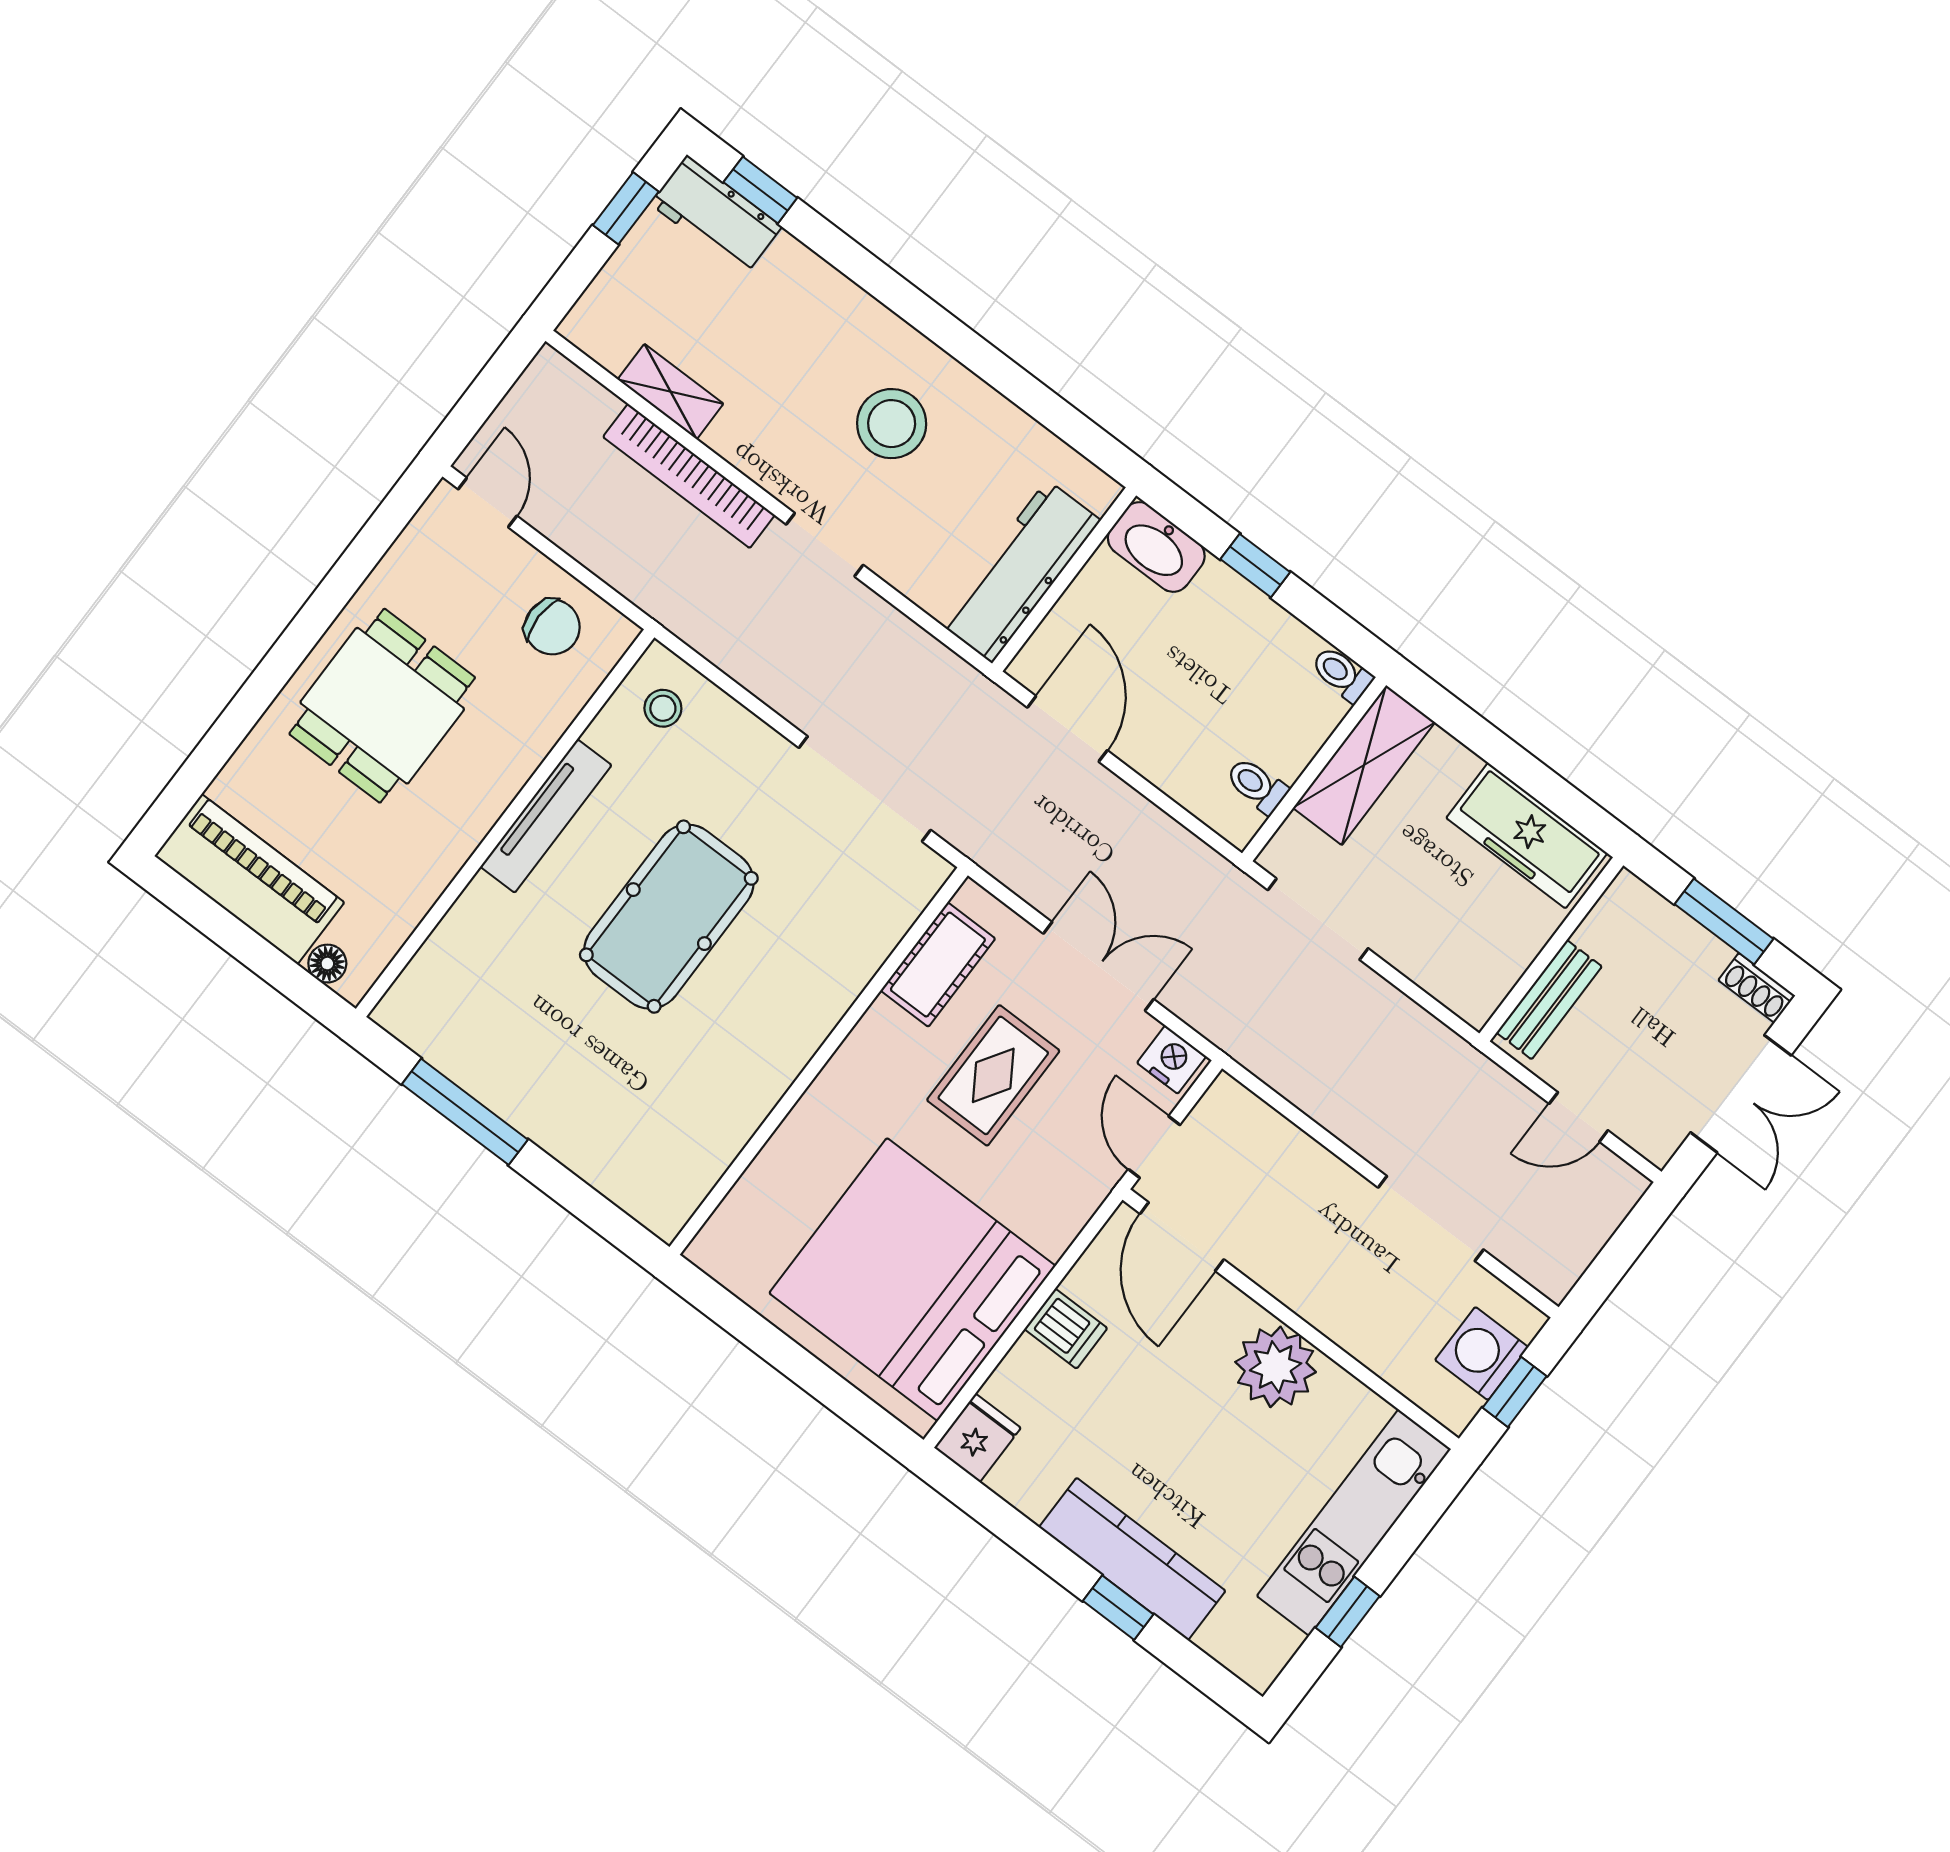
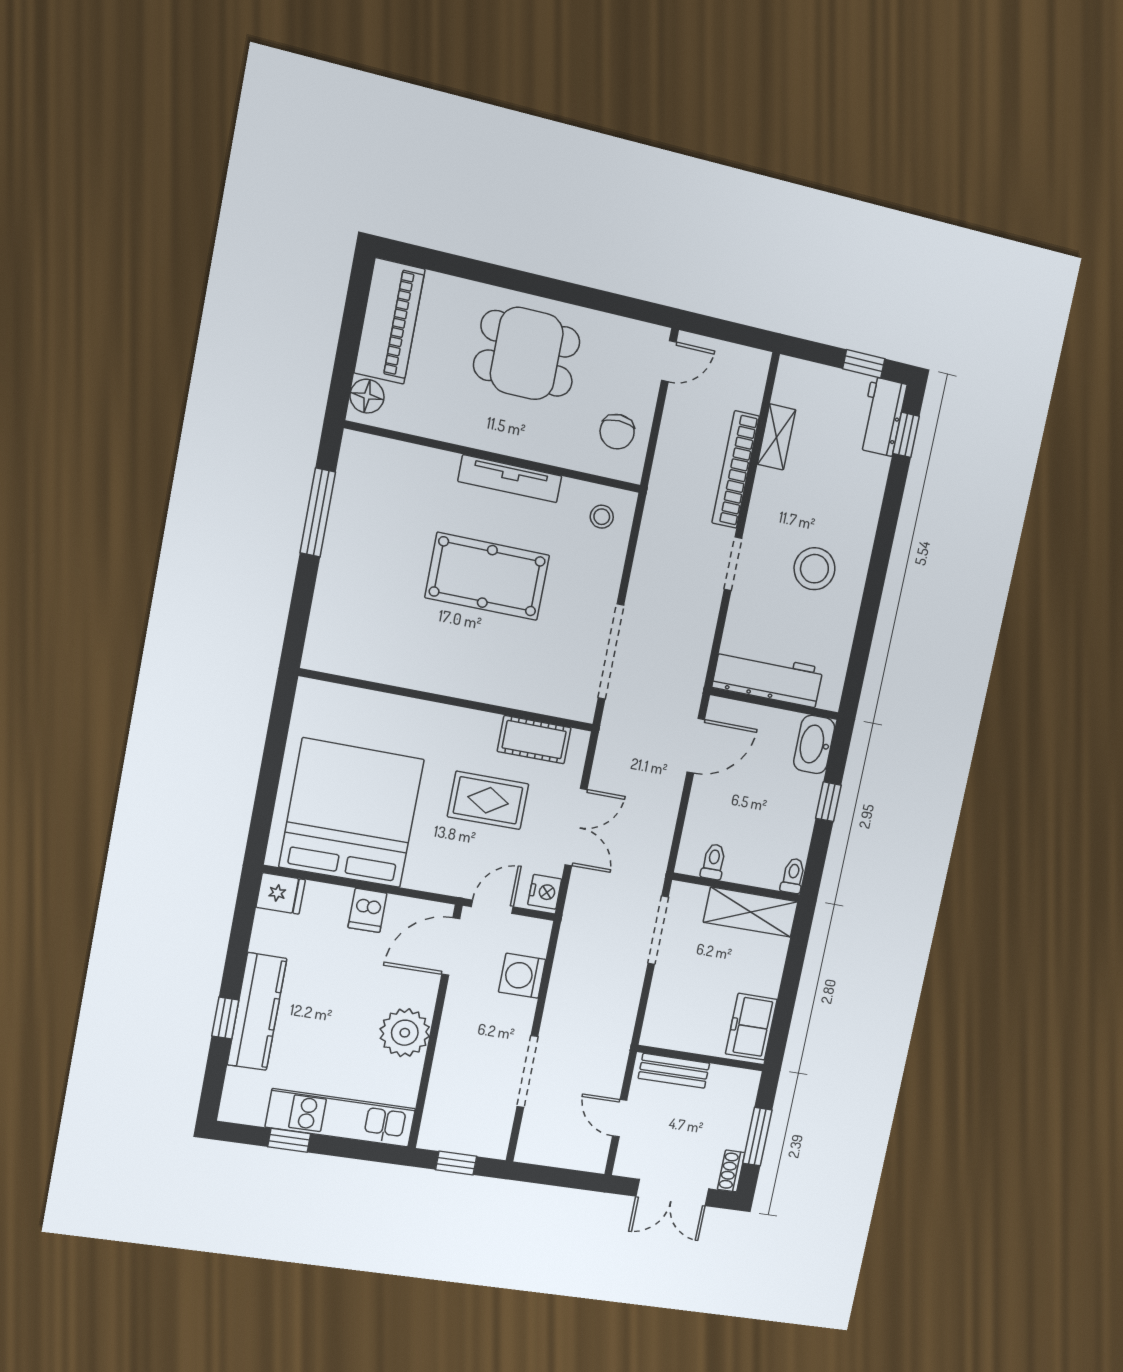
freezer: (1527, 836) -> (751, 1027), width x0.71
floor lamp: (327, 964) -> (367, 396), width x1.37, depth x1.37
washing machine: (1482, 1354) -> (522, 976), moved, turned -90

